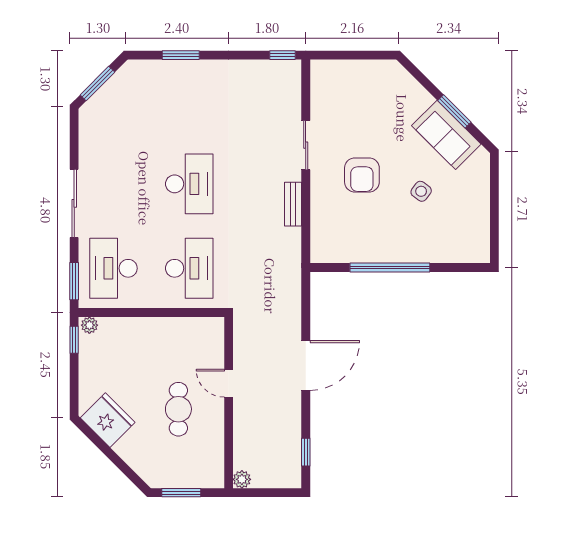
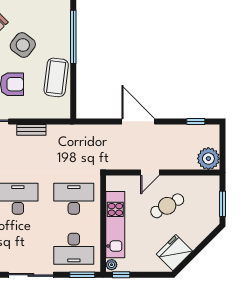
side table: (421, 191) -> (23, 45), width x1.87, depth x1.87
coffee table: (372, 242) -> (56, 77), added
window: (390, 267) -> (73, 37), moved
kitchen unit: (150, 331) -> (115, 225), added
cafe table: (178, 409) -> (167, 206), turned -30
plant: (242, 479) -> (208, 159), width x1.88, depth x1.88

